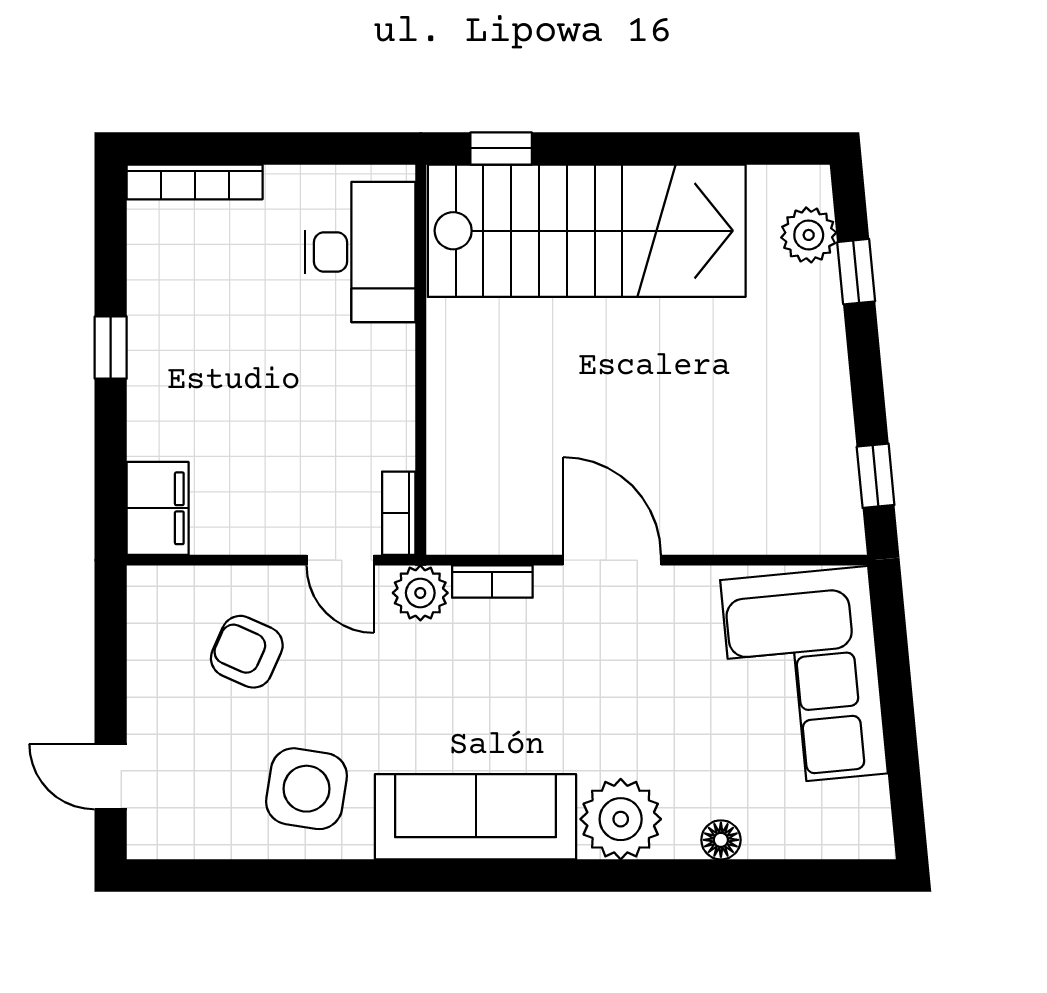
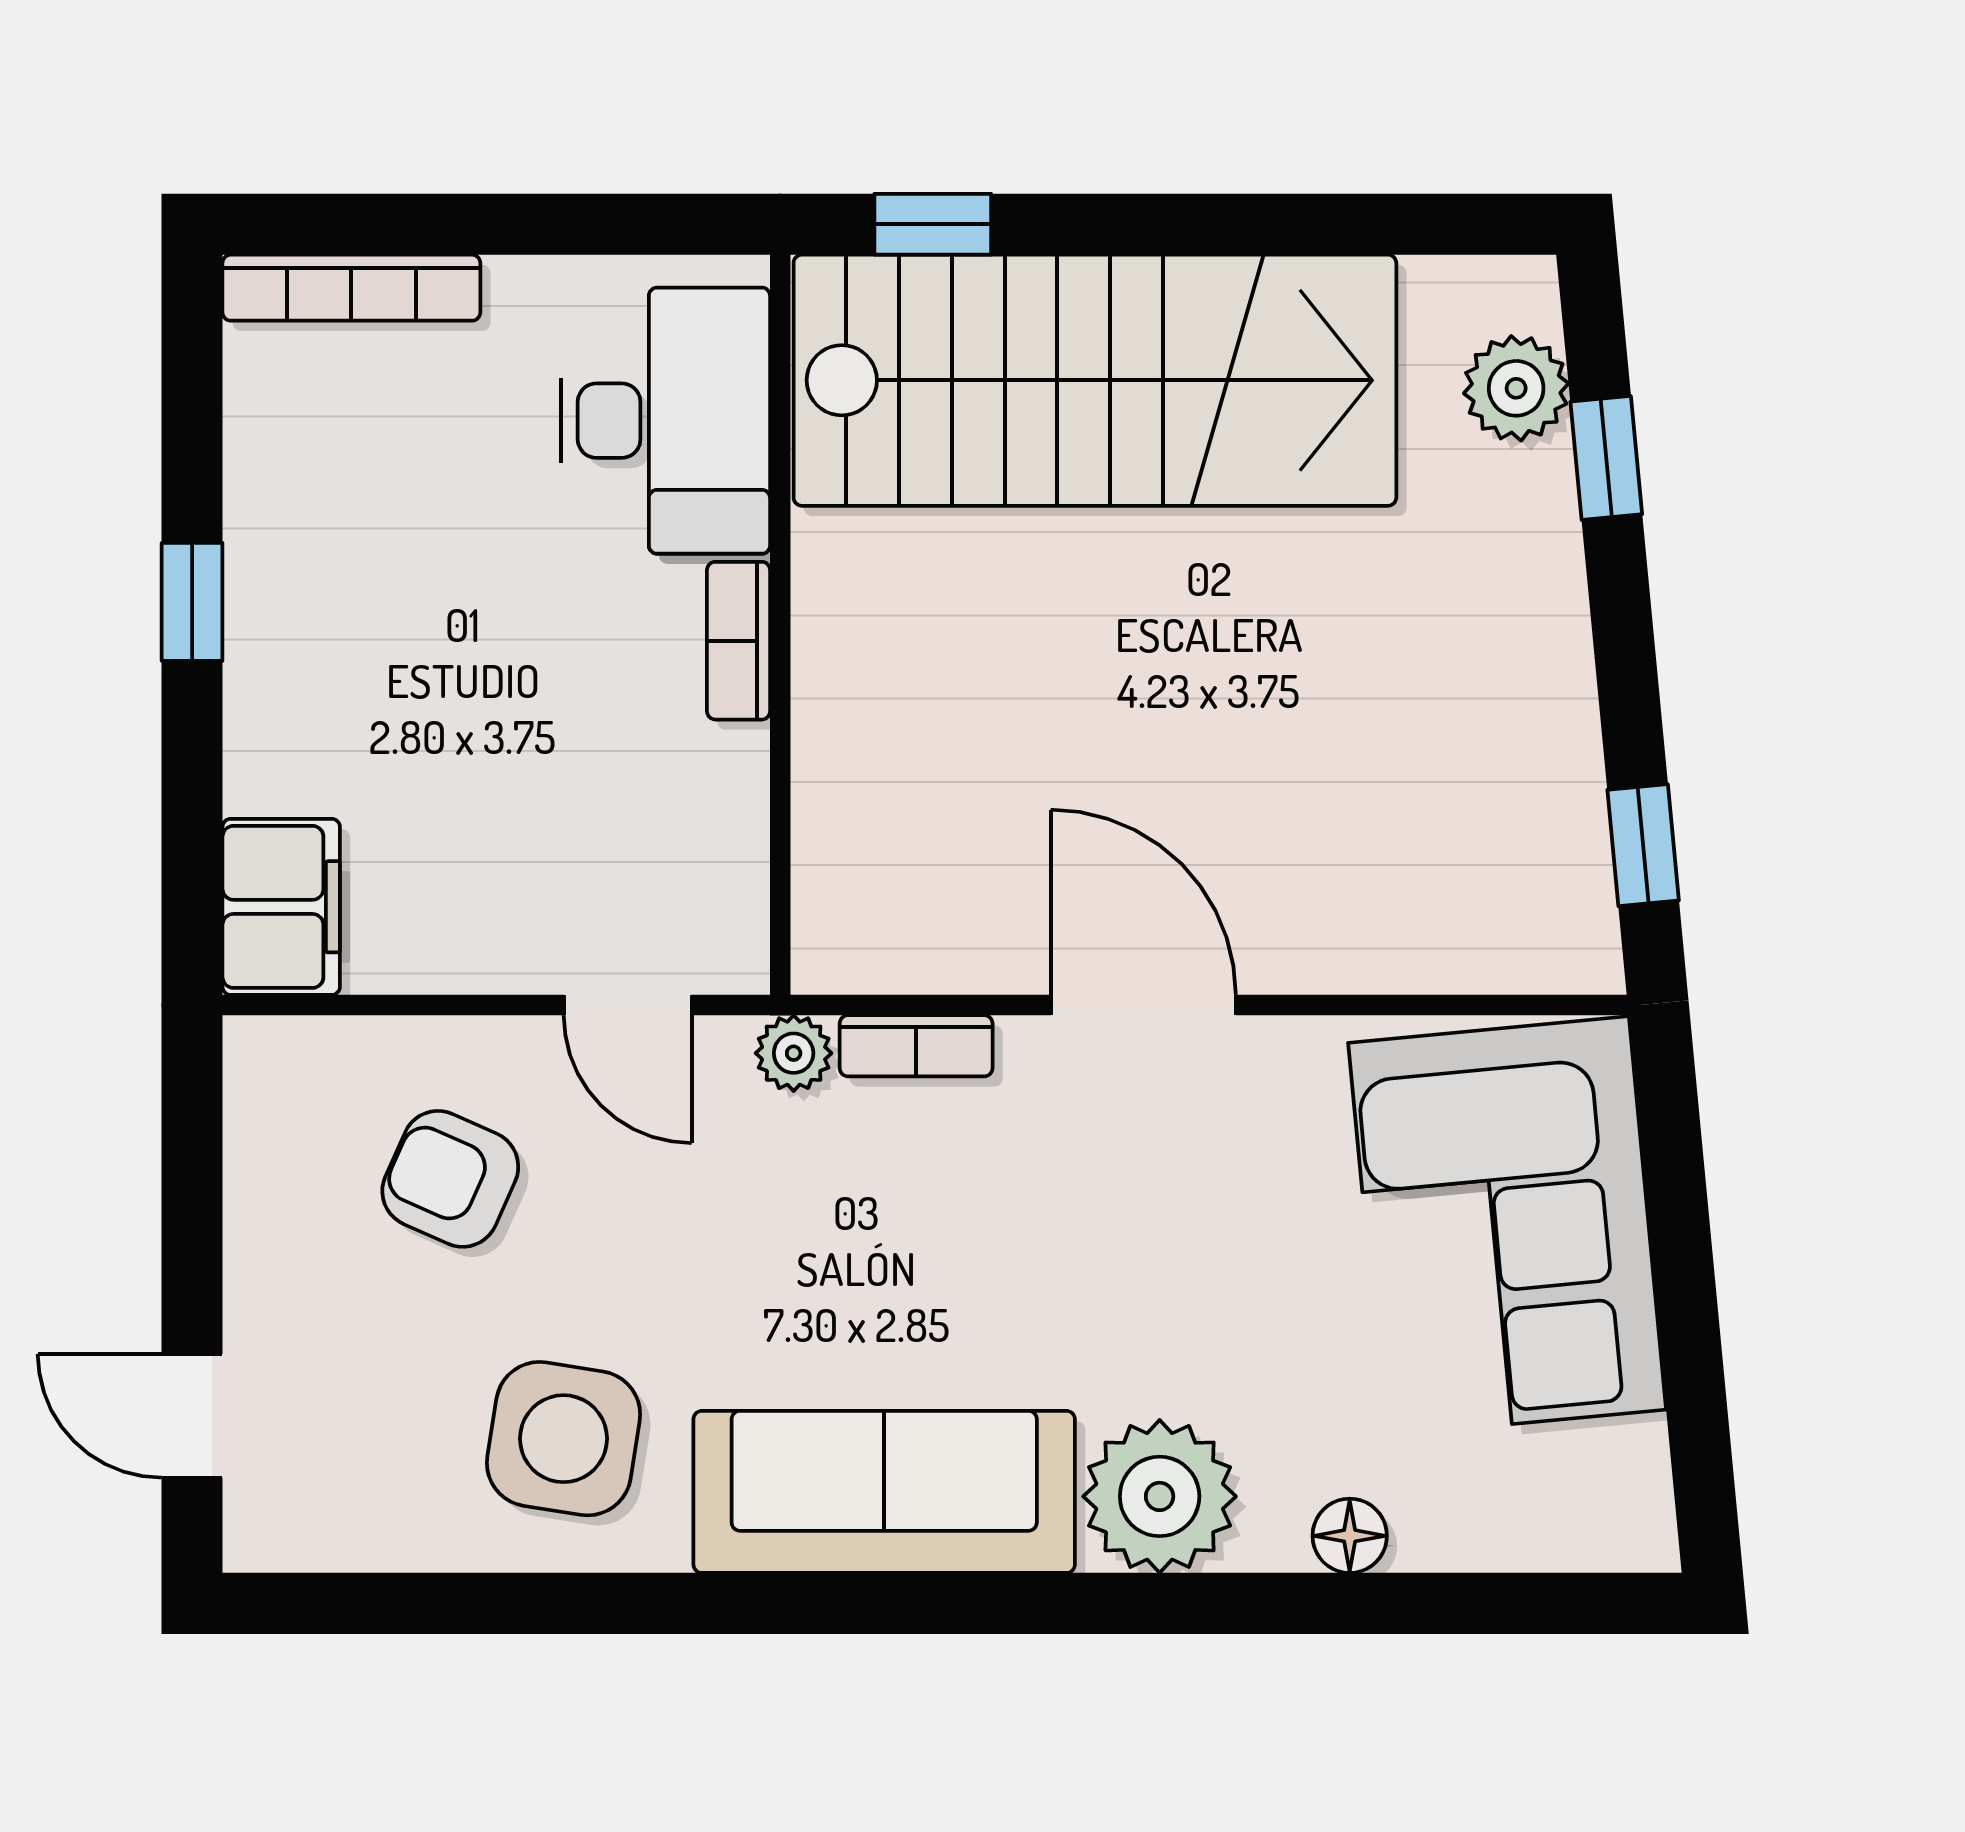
bookcase: (399, 513) -> (739, 641), moved
plant: (420, 593) -> (794, 1053), width x0.73, depth x0.73

